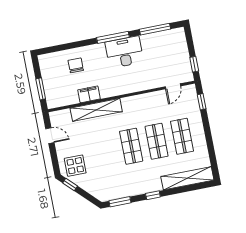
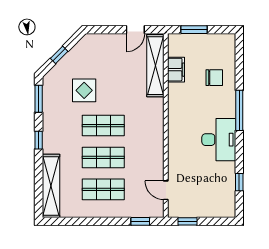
window: (155, 29) -> (239, 182), width x0.46
window: (113, 37) -> (239, 110), moved
filing cabinet: (89, 94) -> (176, 70), moved
shelving: (96, 110) -> (155, 66), moved
display table: (75, 166) -> (84, 90), moved
window: (70, 184) -> (59, 55), moved

